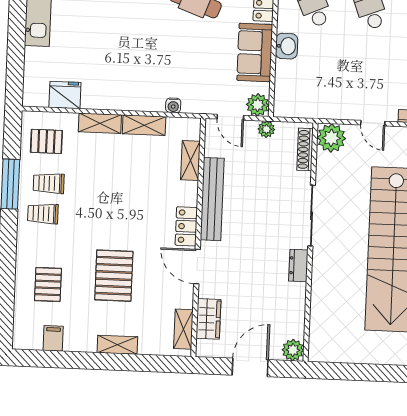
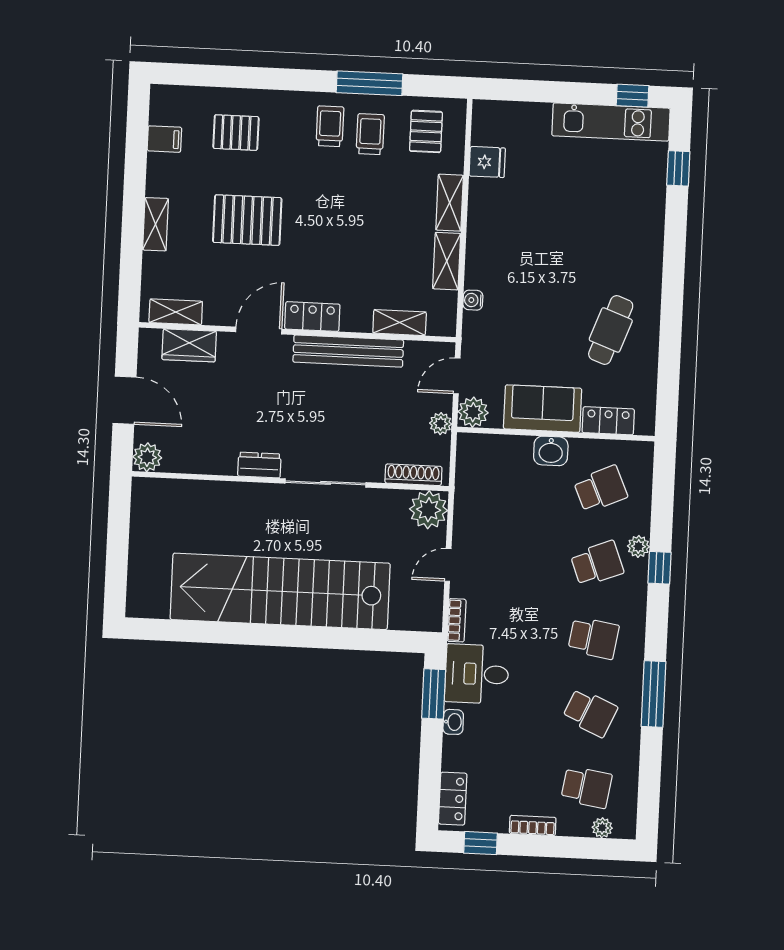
fridge: (65, 95) -> (487, 162), width x0.72

